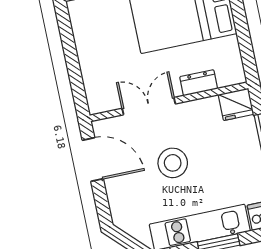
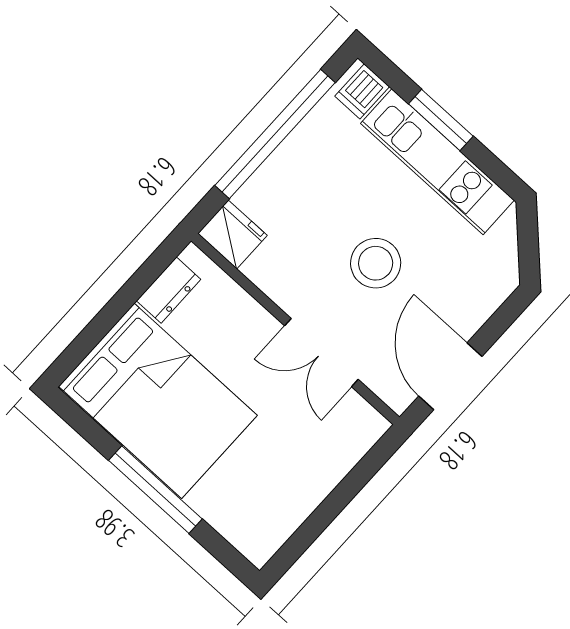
dresser: (199, 83) -> (169, 290), moved, turned -90

